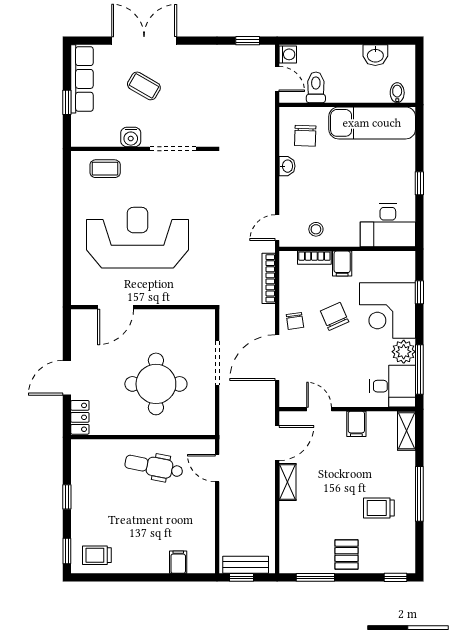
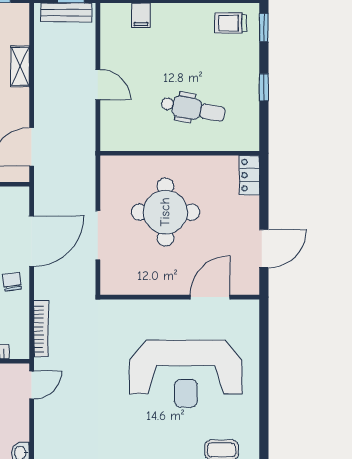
door: (67, 378) -> (264, 249), moved
dental chair: (154, 467) -> (193, 109), moved
door: (217, 468) -> (98, 85), moved
shelving: (288, 482) -> (20, 66), moved
trolley: (97, 555) -> (231, 23), turned 180

